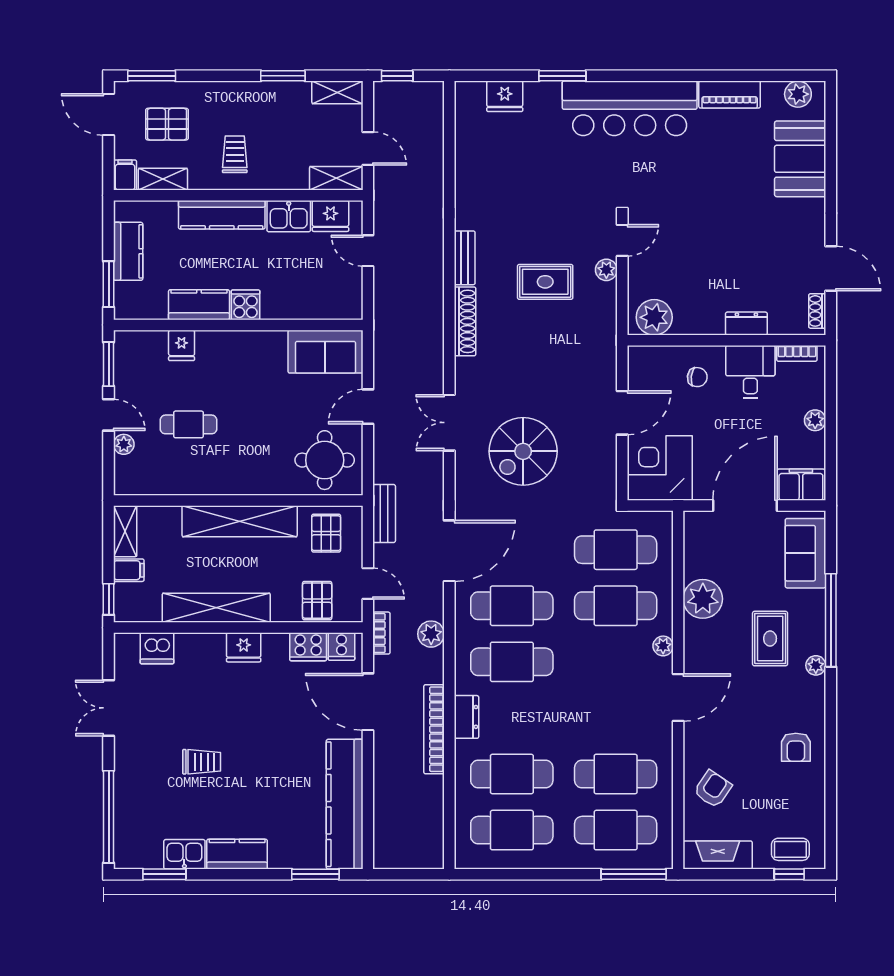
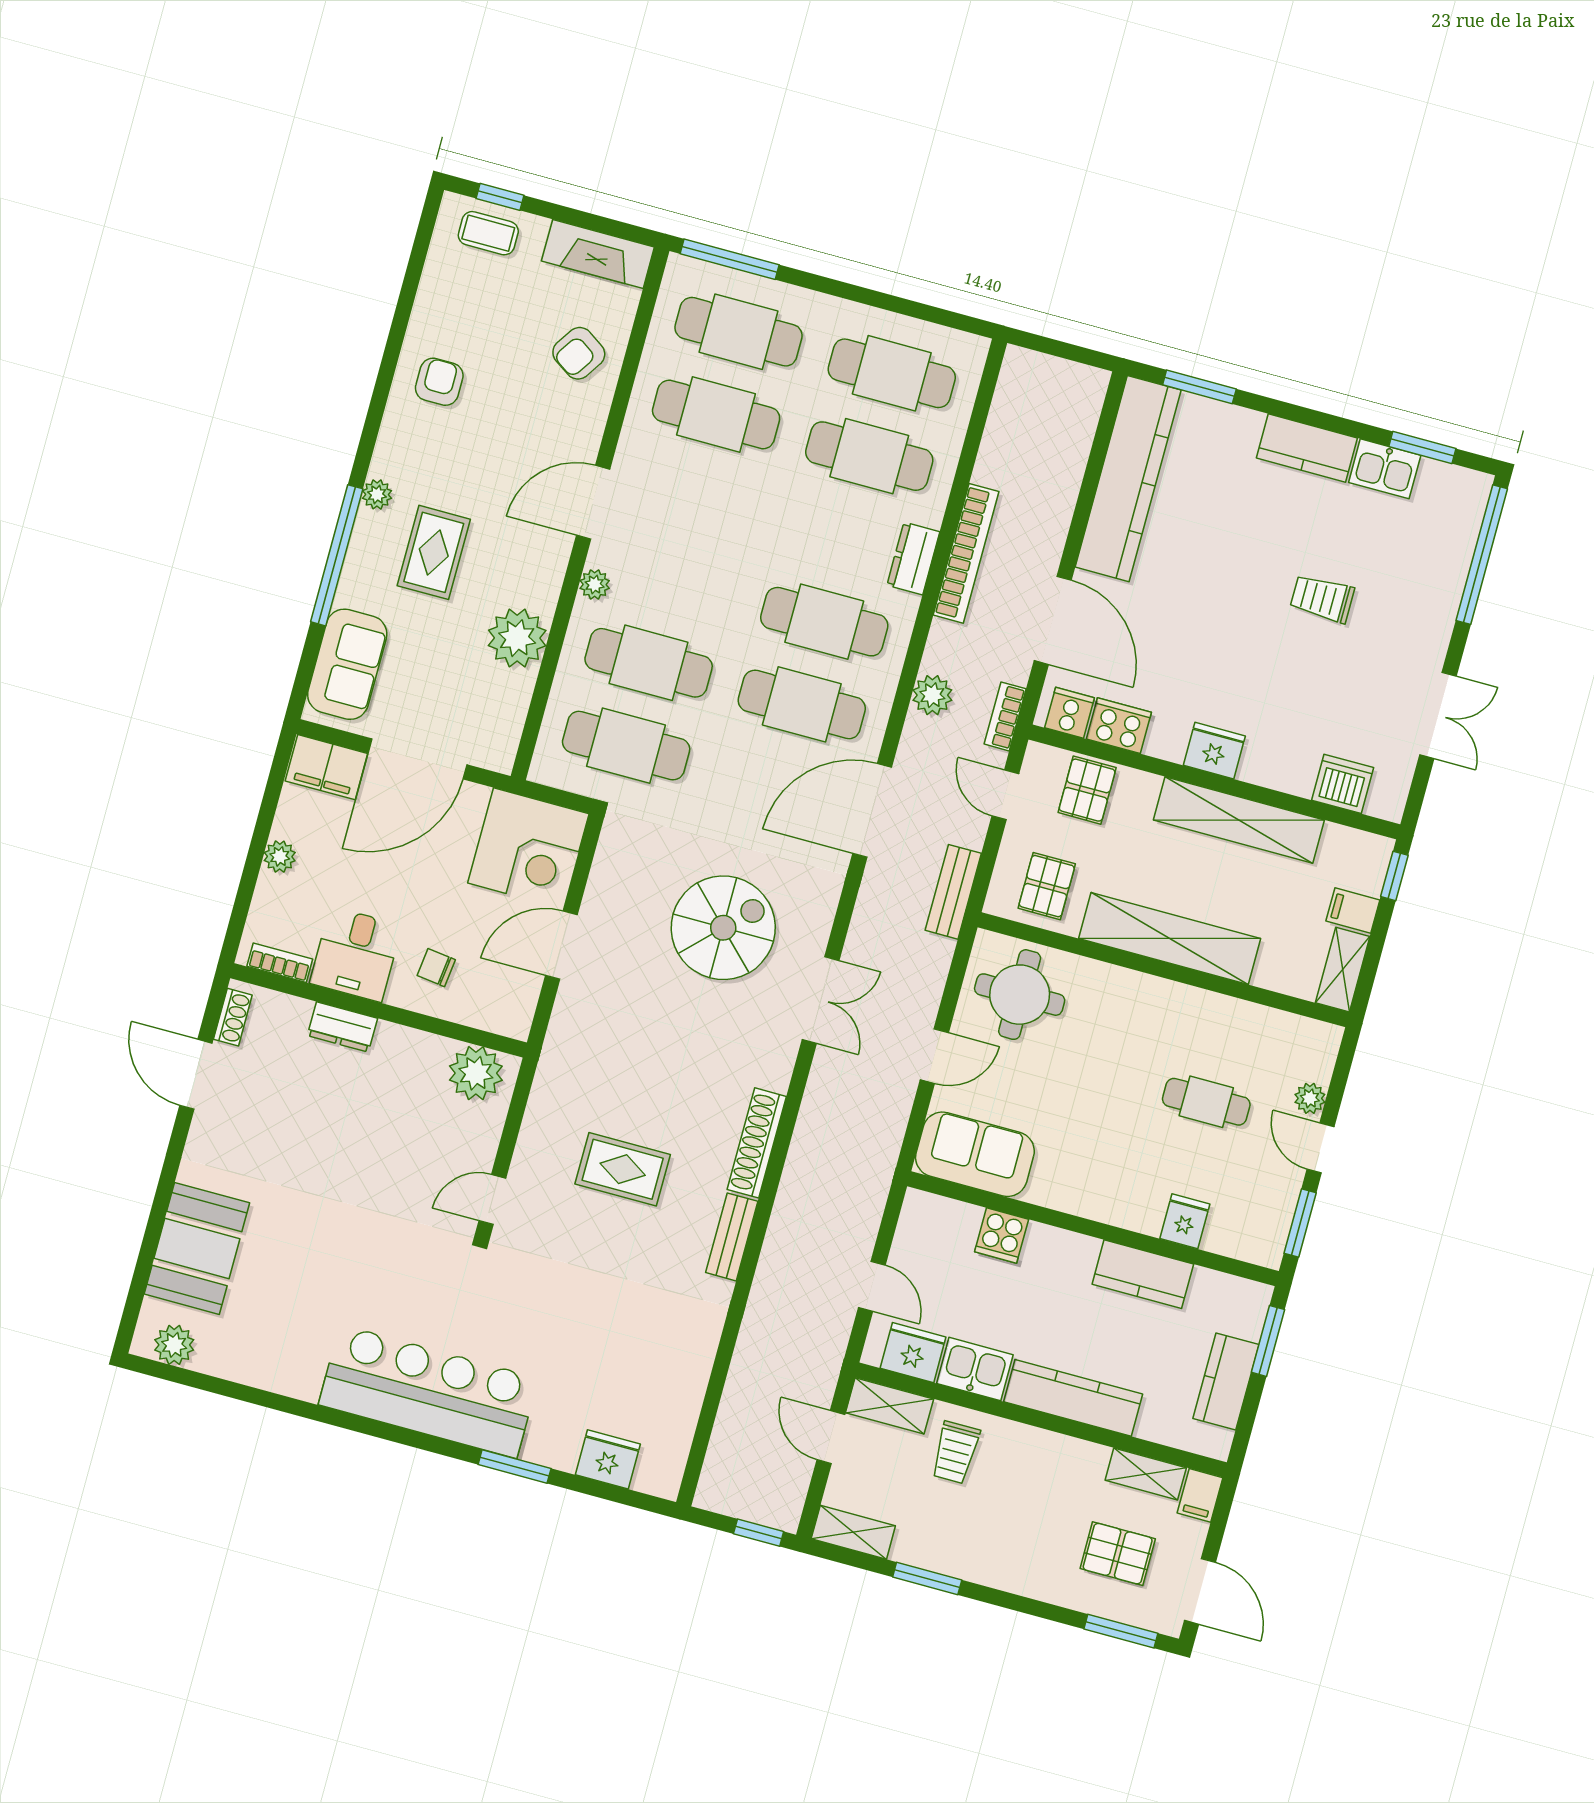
piano: (730, 95) -> (275, 1372), removed
trolley: (235, 154) -> (955, 1452), moved
plant: (606, 270) -> (528, 1162), removed
cooker: (246, 305) -> (1002, 1236), moved

